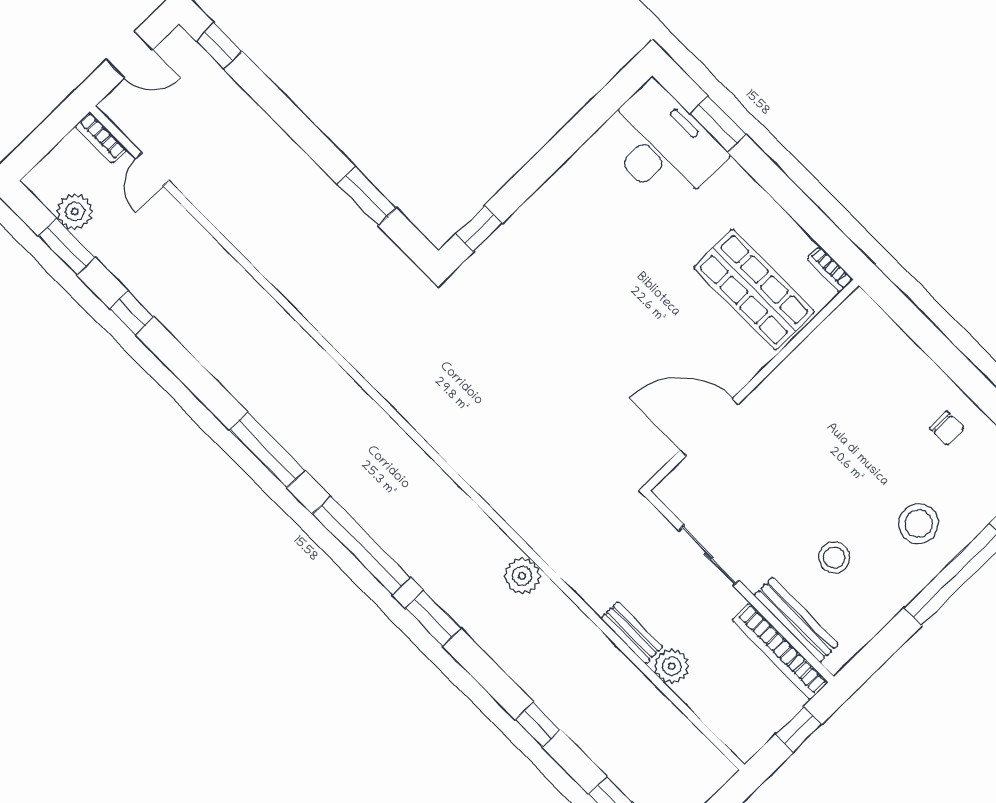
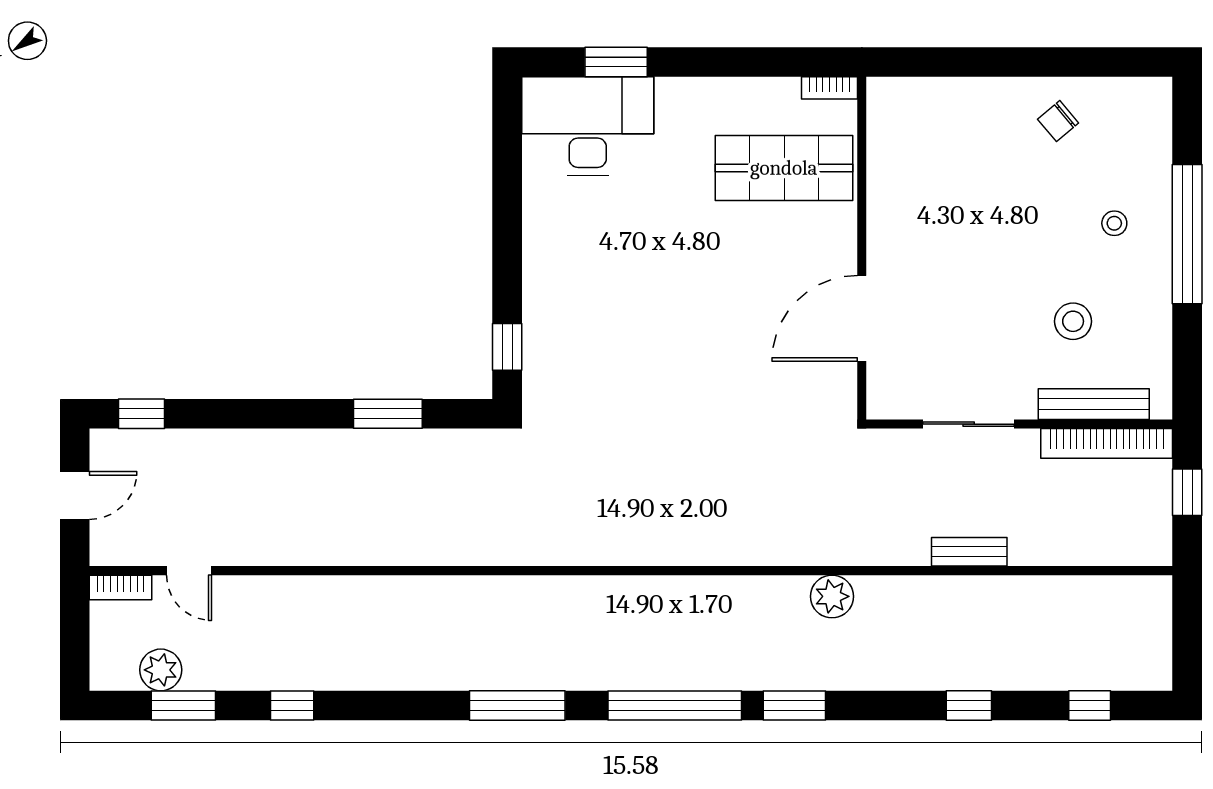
chair: (947, 428) -> (1058, 121), turned 140
stool: (919, 524) -> (1114, 223), width x0.53, depth x0.53
plant: (672, 666) -> (1030, 546), removed

